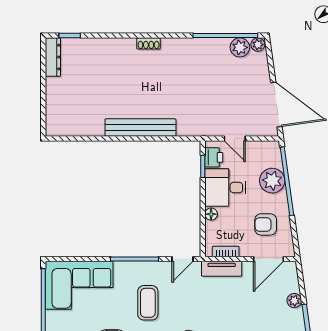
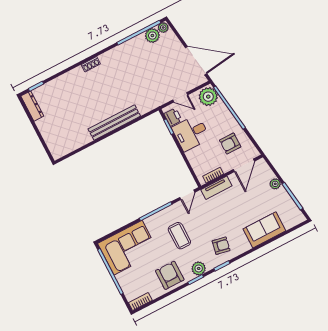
plant: (272, 181) -> (208, 97), moved
floor lamp: (211, 214) -> (191, 155), removed

